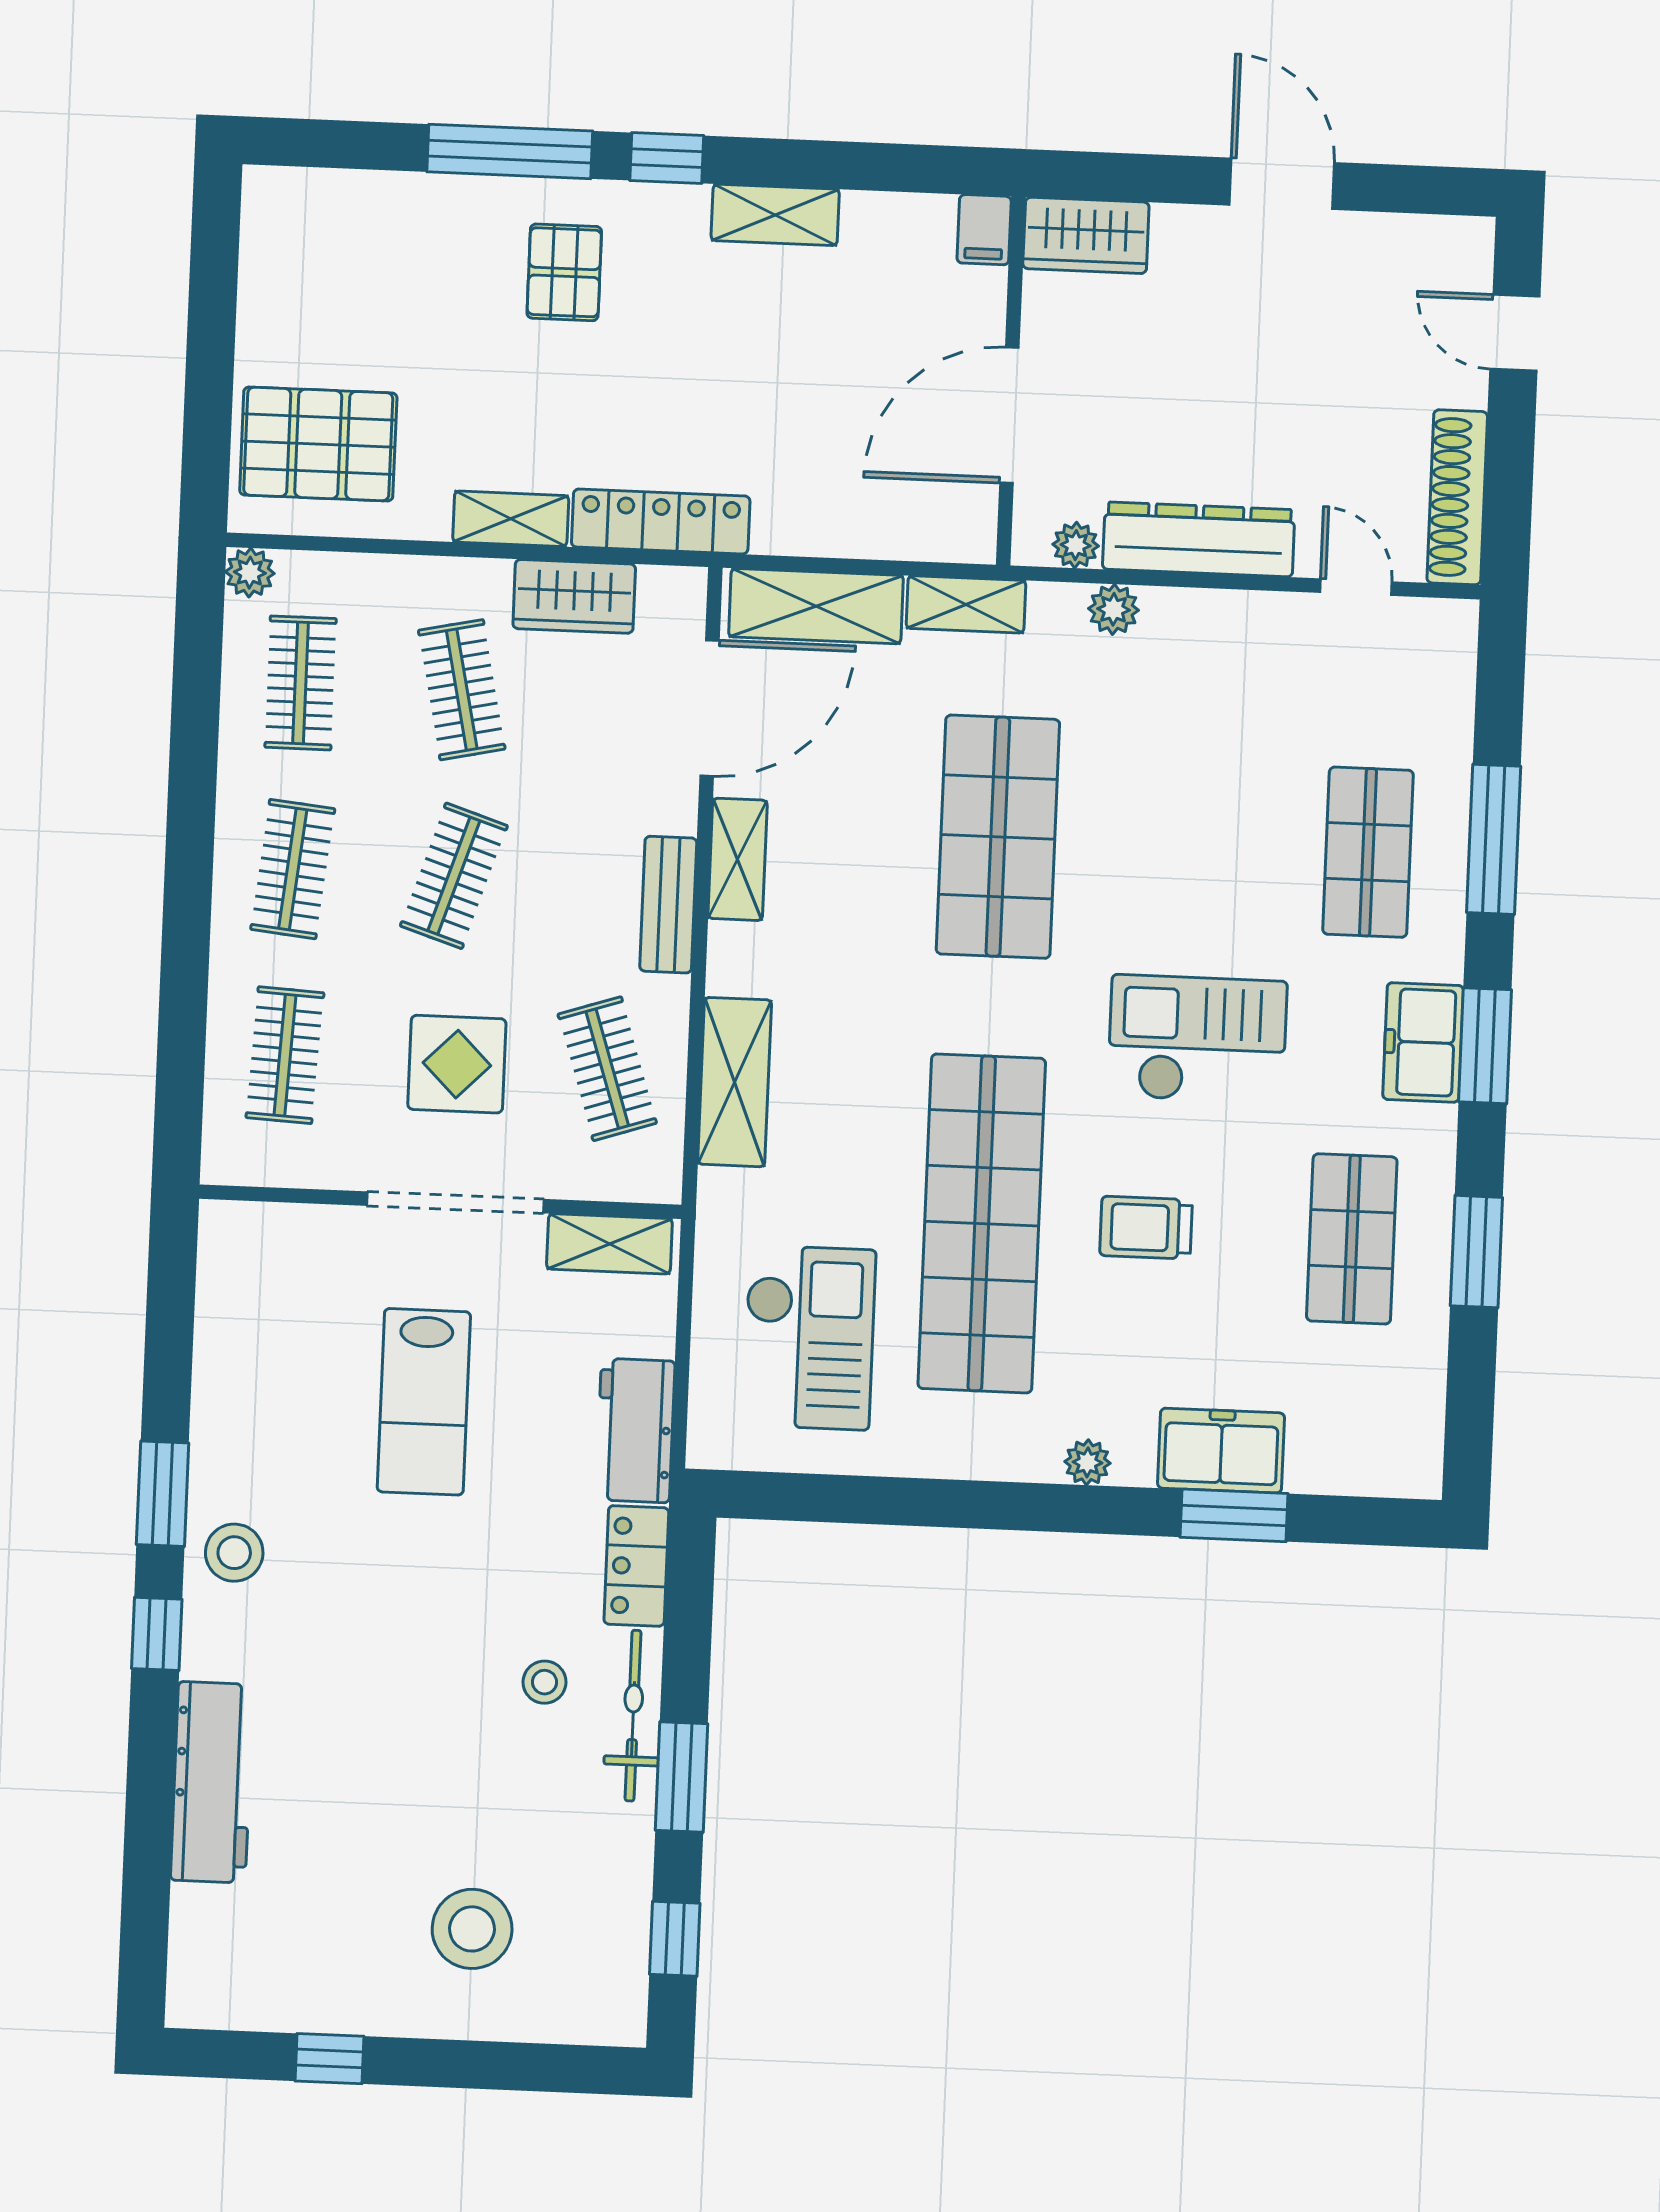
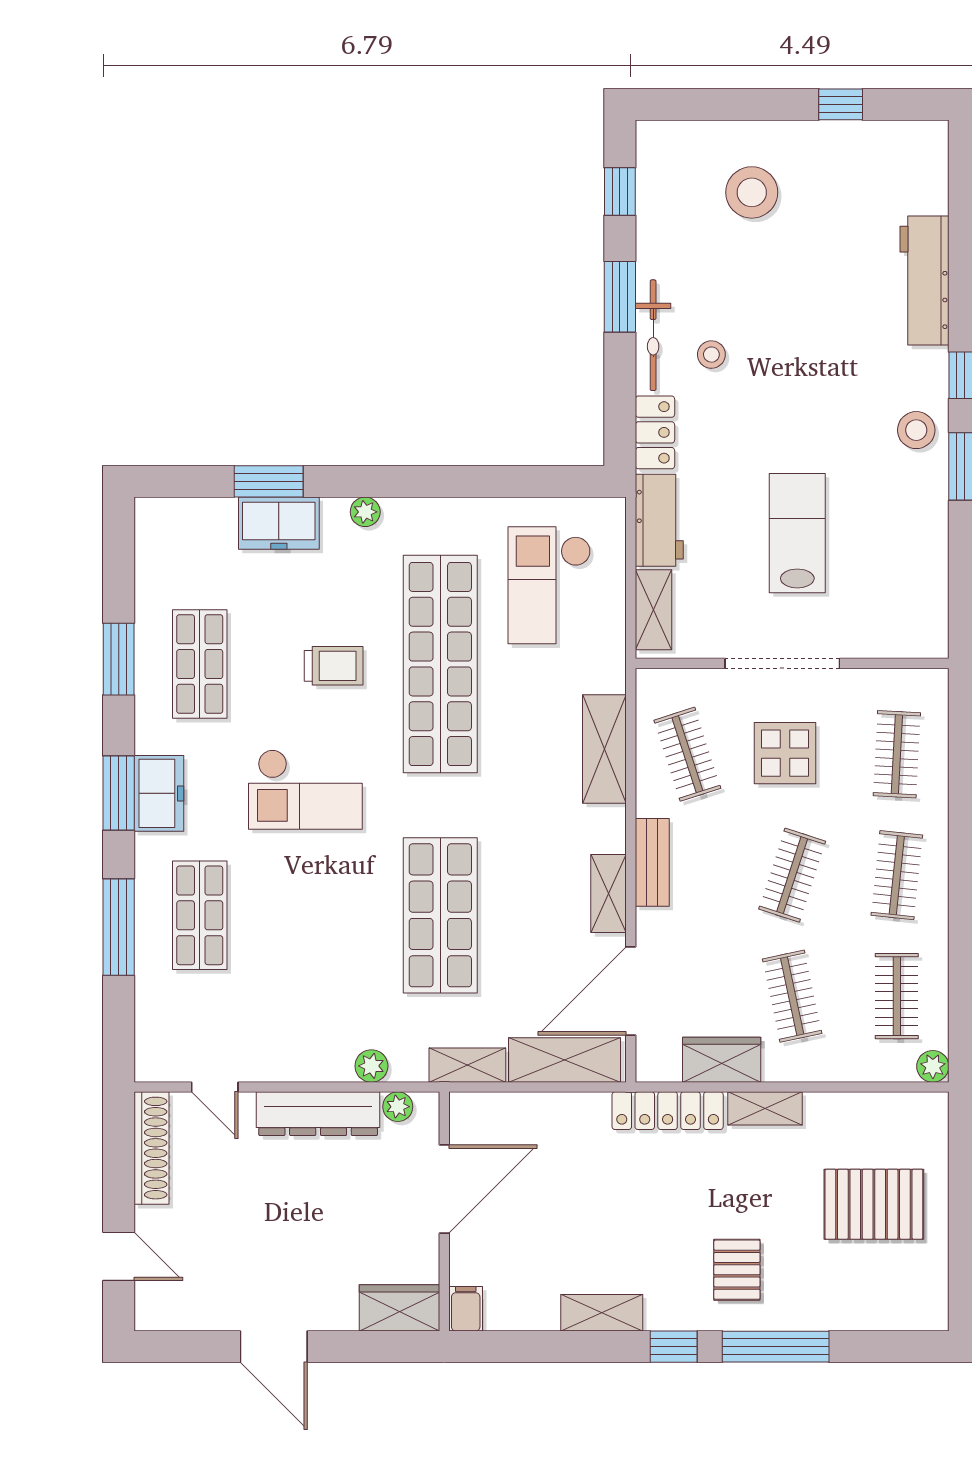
pallet: (318, 444) -> (874, 1204), moved
shelving: (609, 1244) -> (654, 610), moved, turned 90

